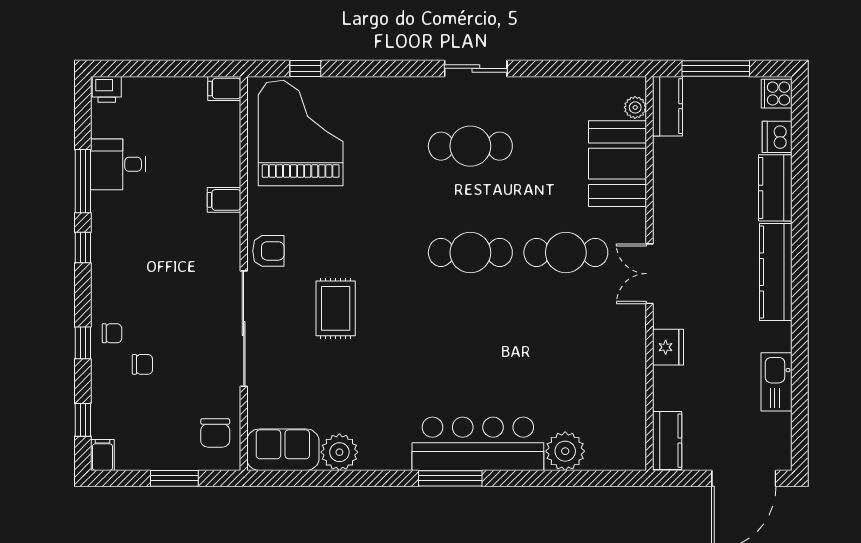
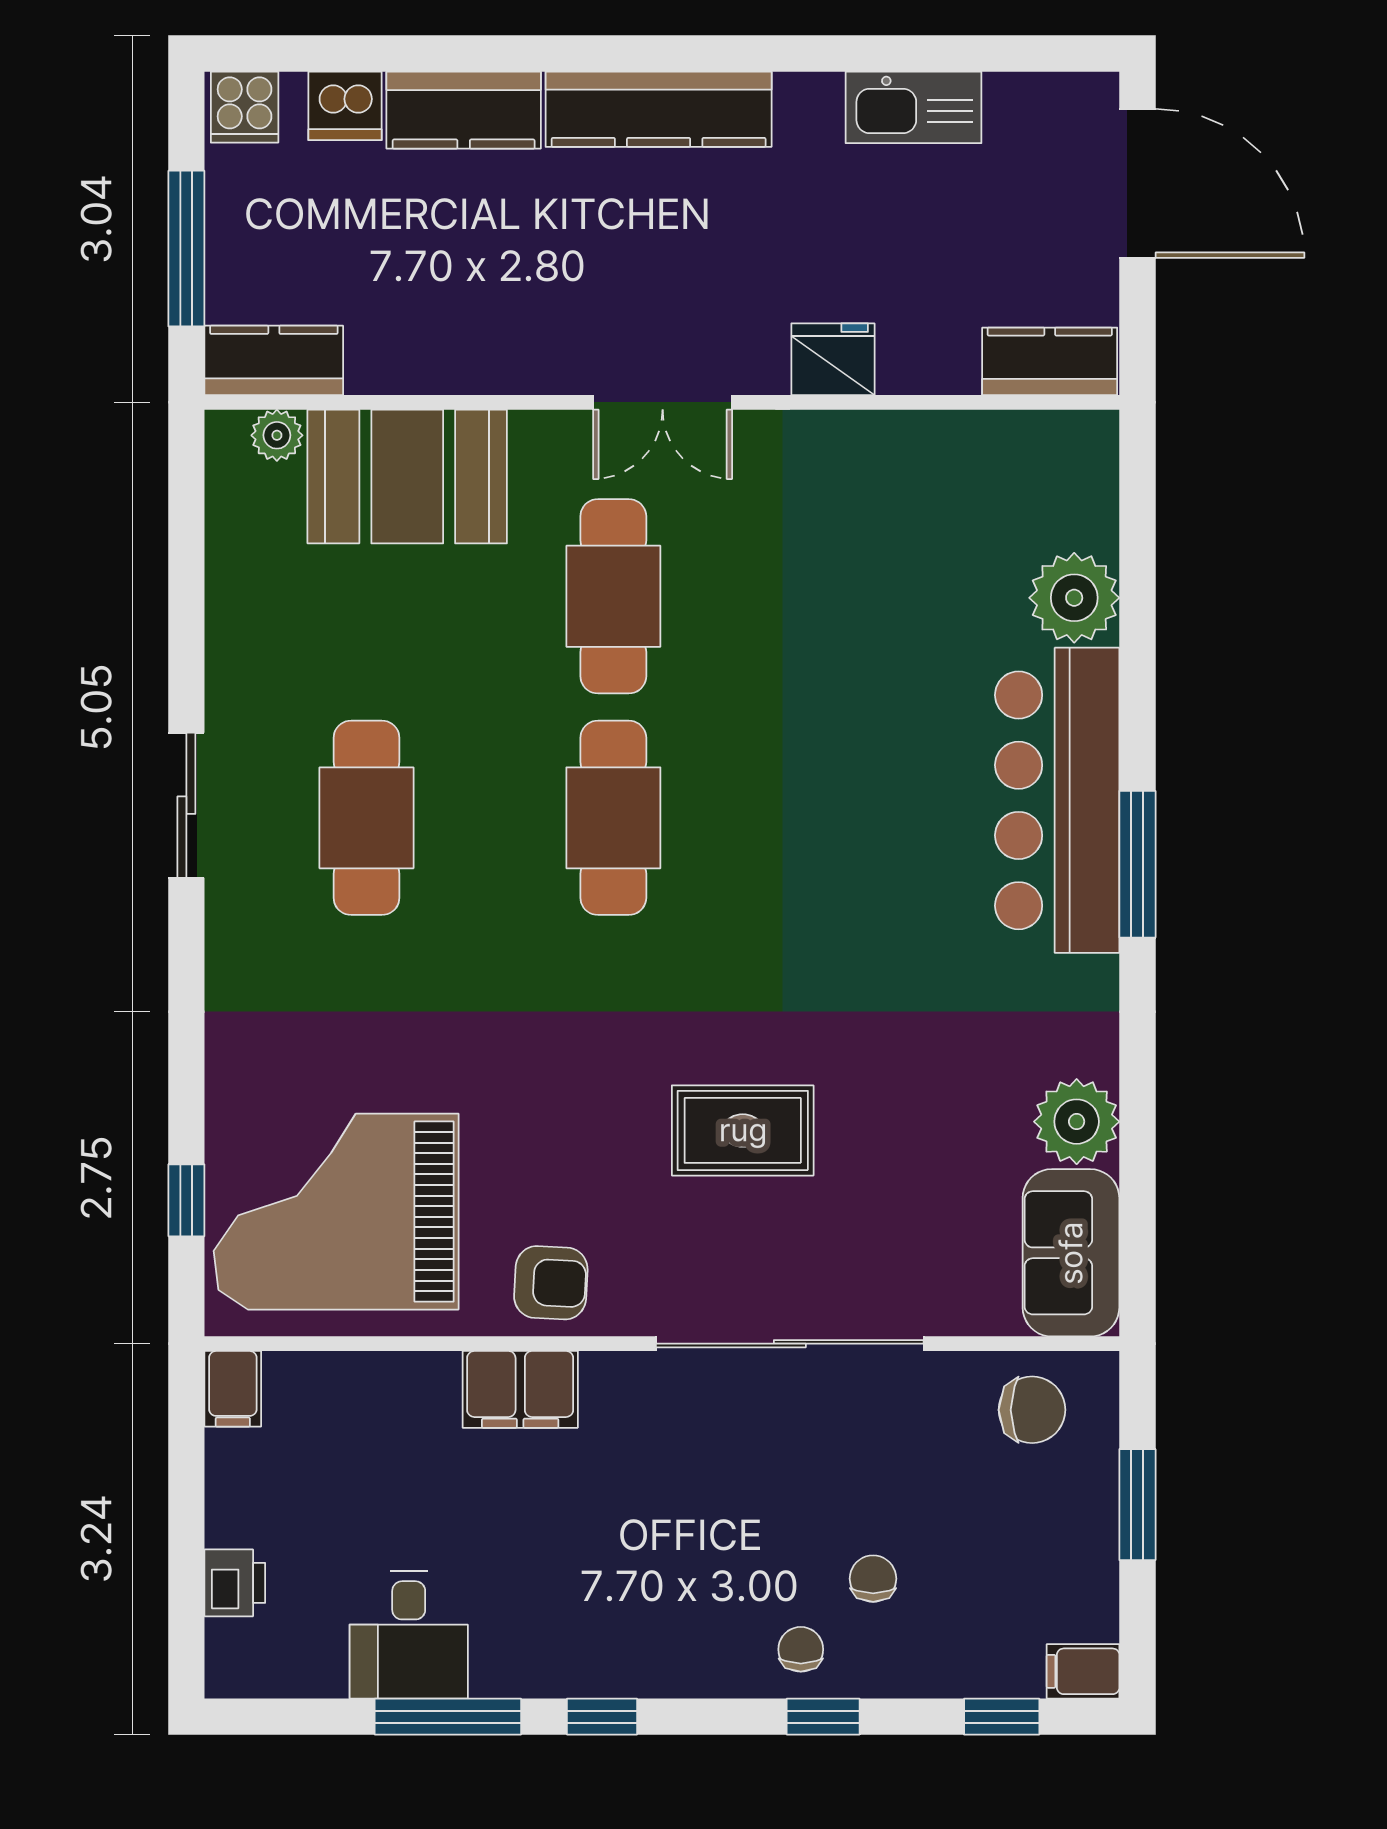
printer: (107, 89) -> (235, 1583), moved
filing cabinet: (224, 200) -> (520, 1389), width x2.00
armchair: (268, 251) -> (551, 1283), moved, turned 93

